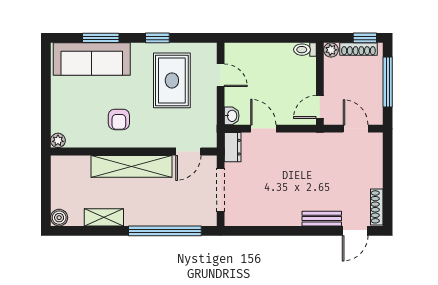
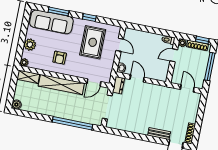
plant: (62, 107) -> (30, 45), added
door: (320, 107) -> (174, 55), moved
shelving: (104, 217) -> (28, 77), moved

